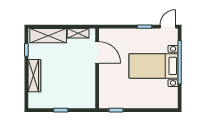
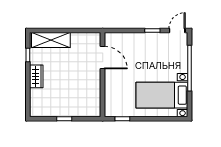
shelving: (78, 33) -> (82, 37), removed
bed with nightstands: (154, 66) -> (162, 95), moved
wardrobe: (34, 76) -> (36, 76), width x0.67

